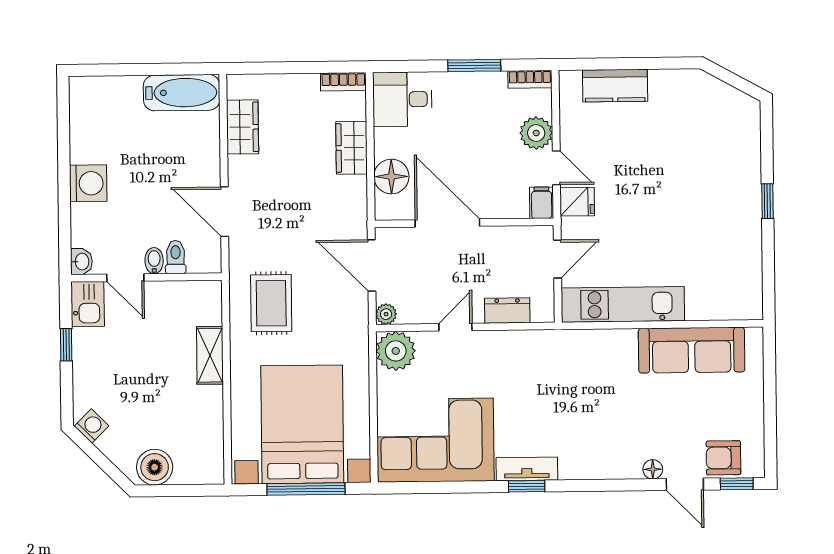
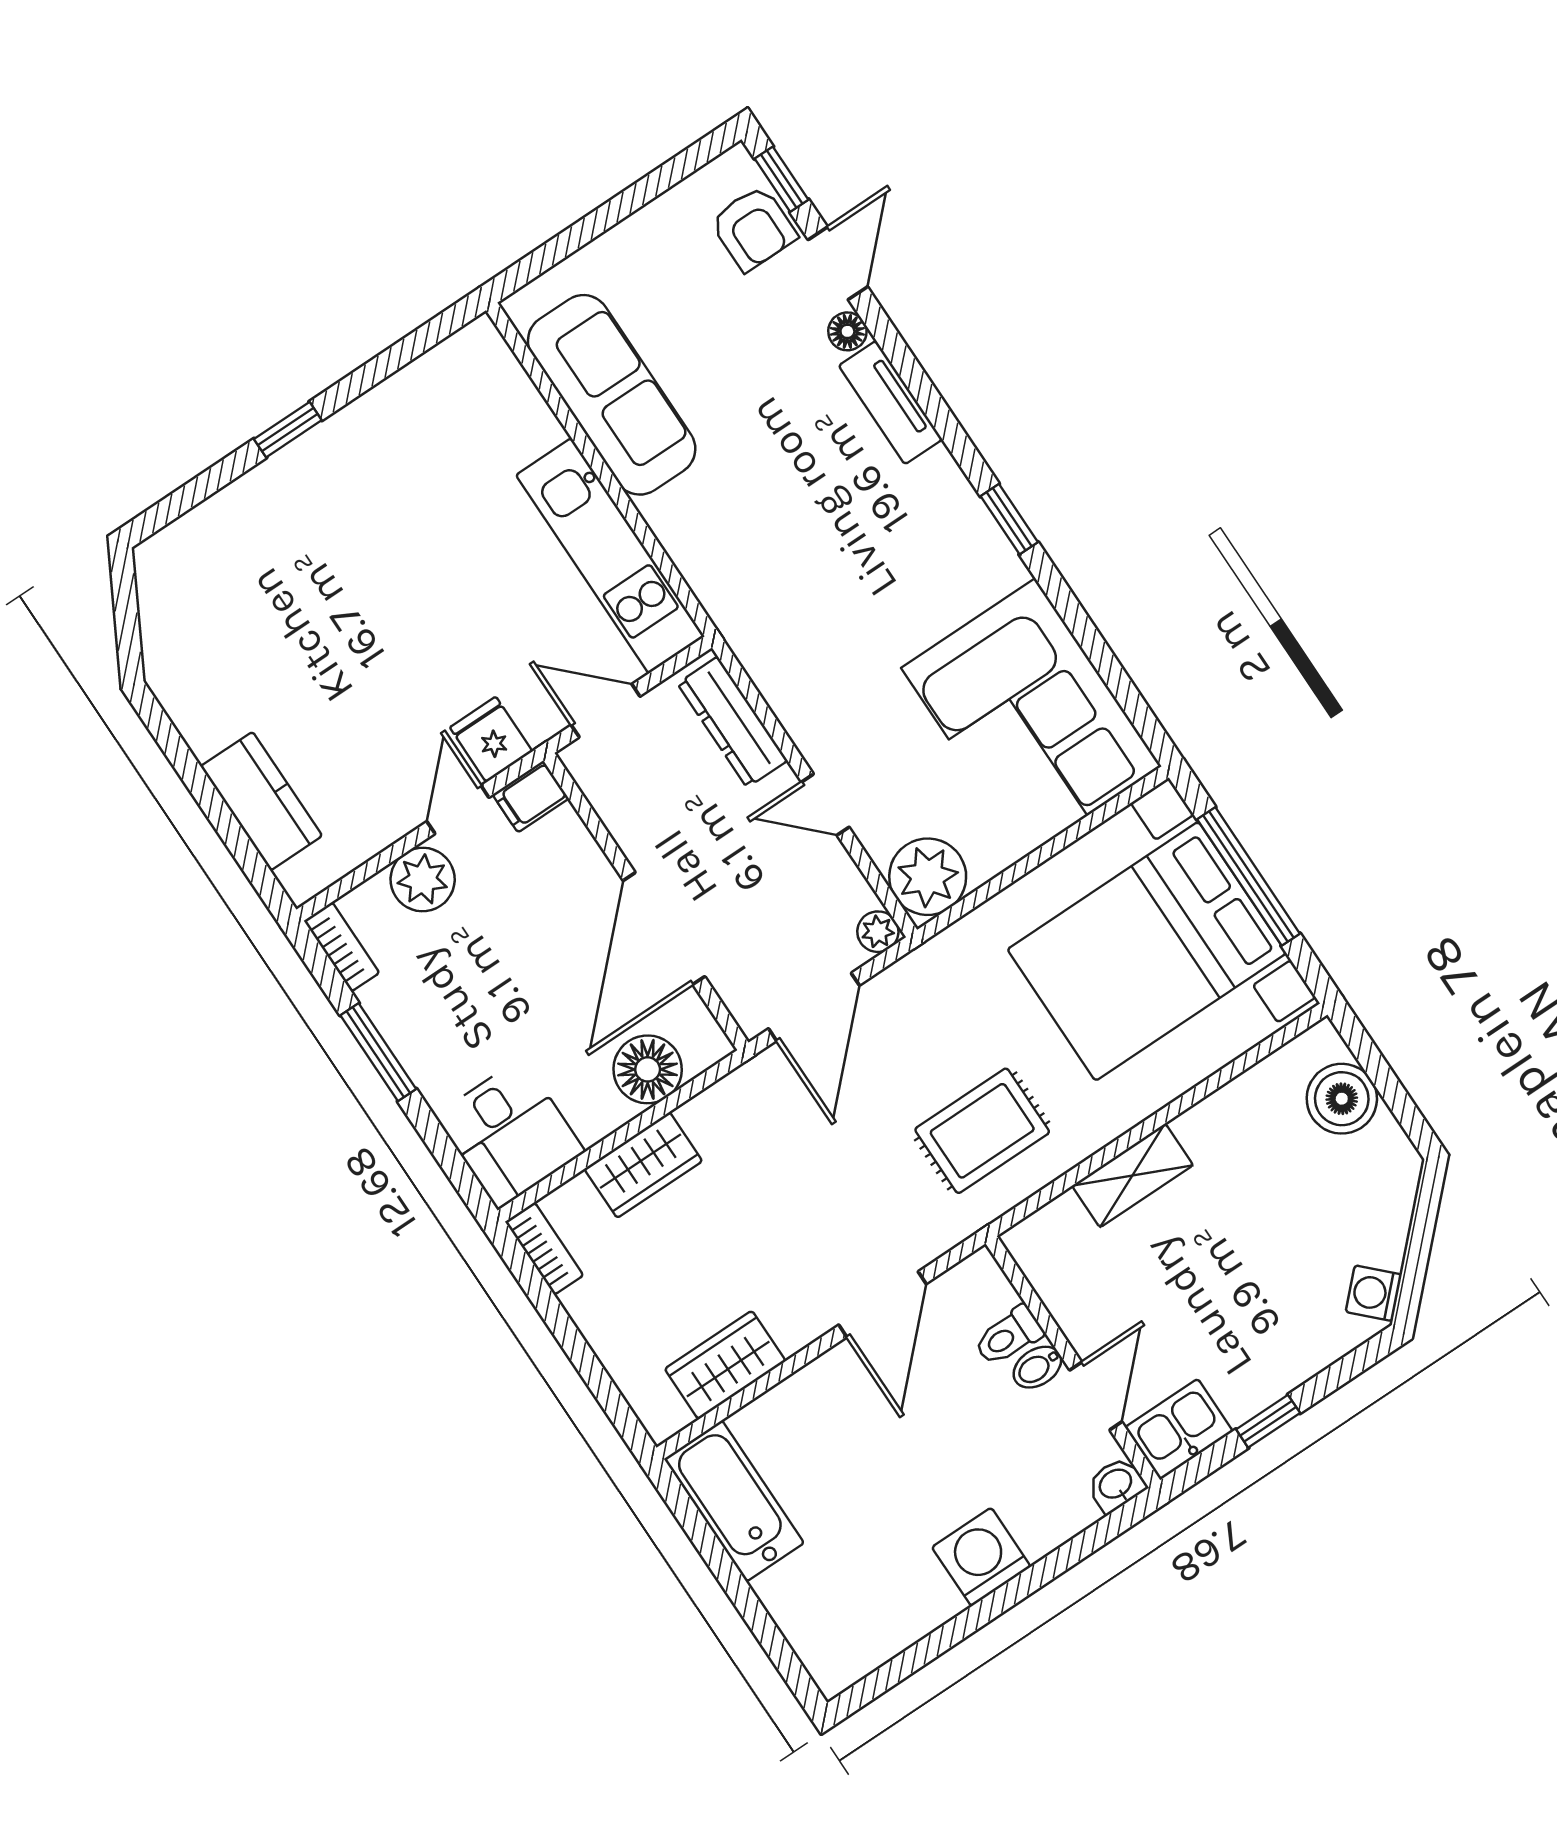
dresser: (507, 310) -> (732, 722), width x1.44
boiler: (155, 467) -> (1342, 1099), moved
tv unit: (527, 469) -> (891, 402), moved

